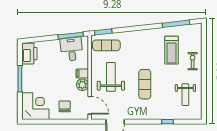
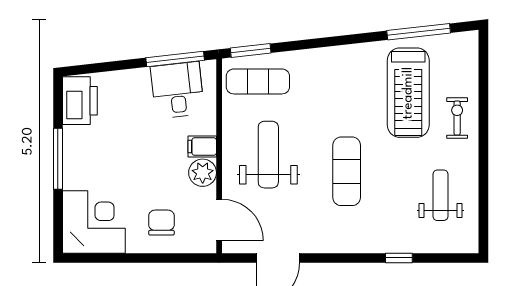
treadmill: (171, 50) -> (408, 93), width x1.37, depth x1.38
weight bench: (185, 95) -> (440, 195), turned 180

